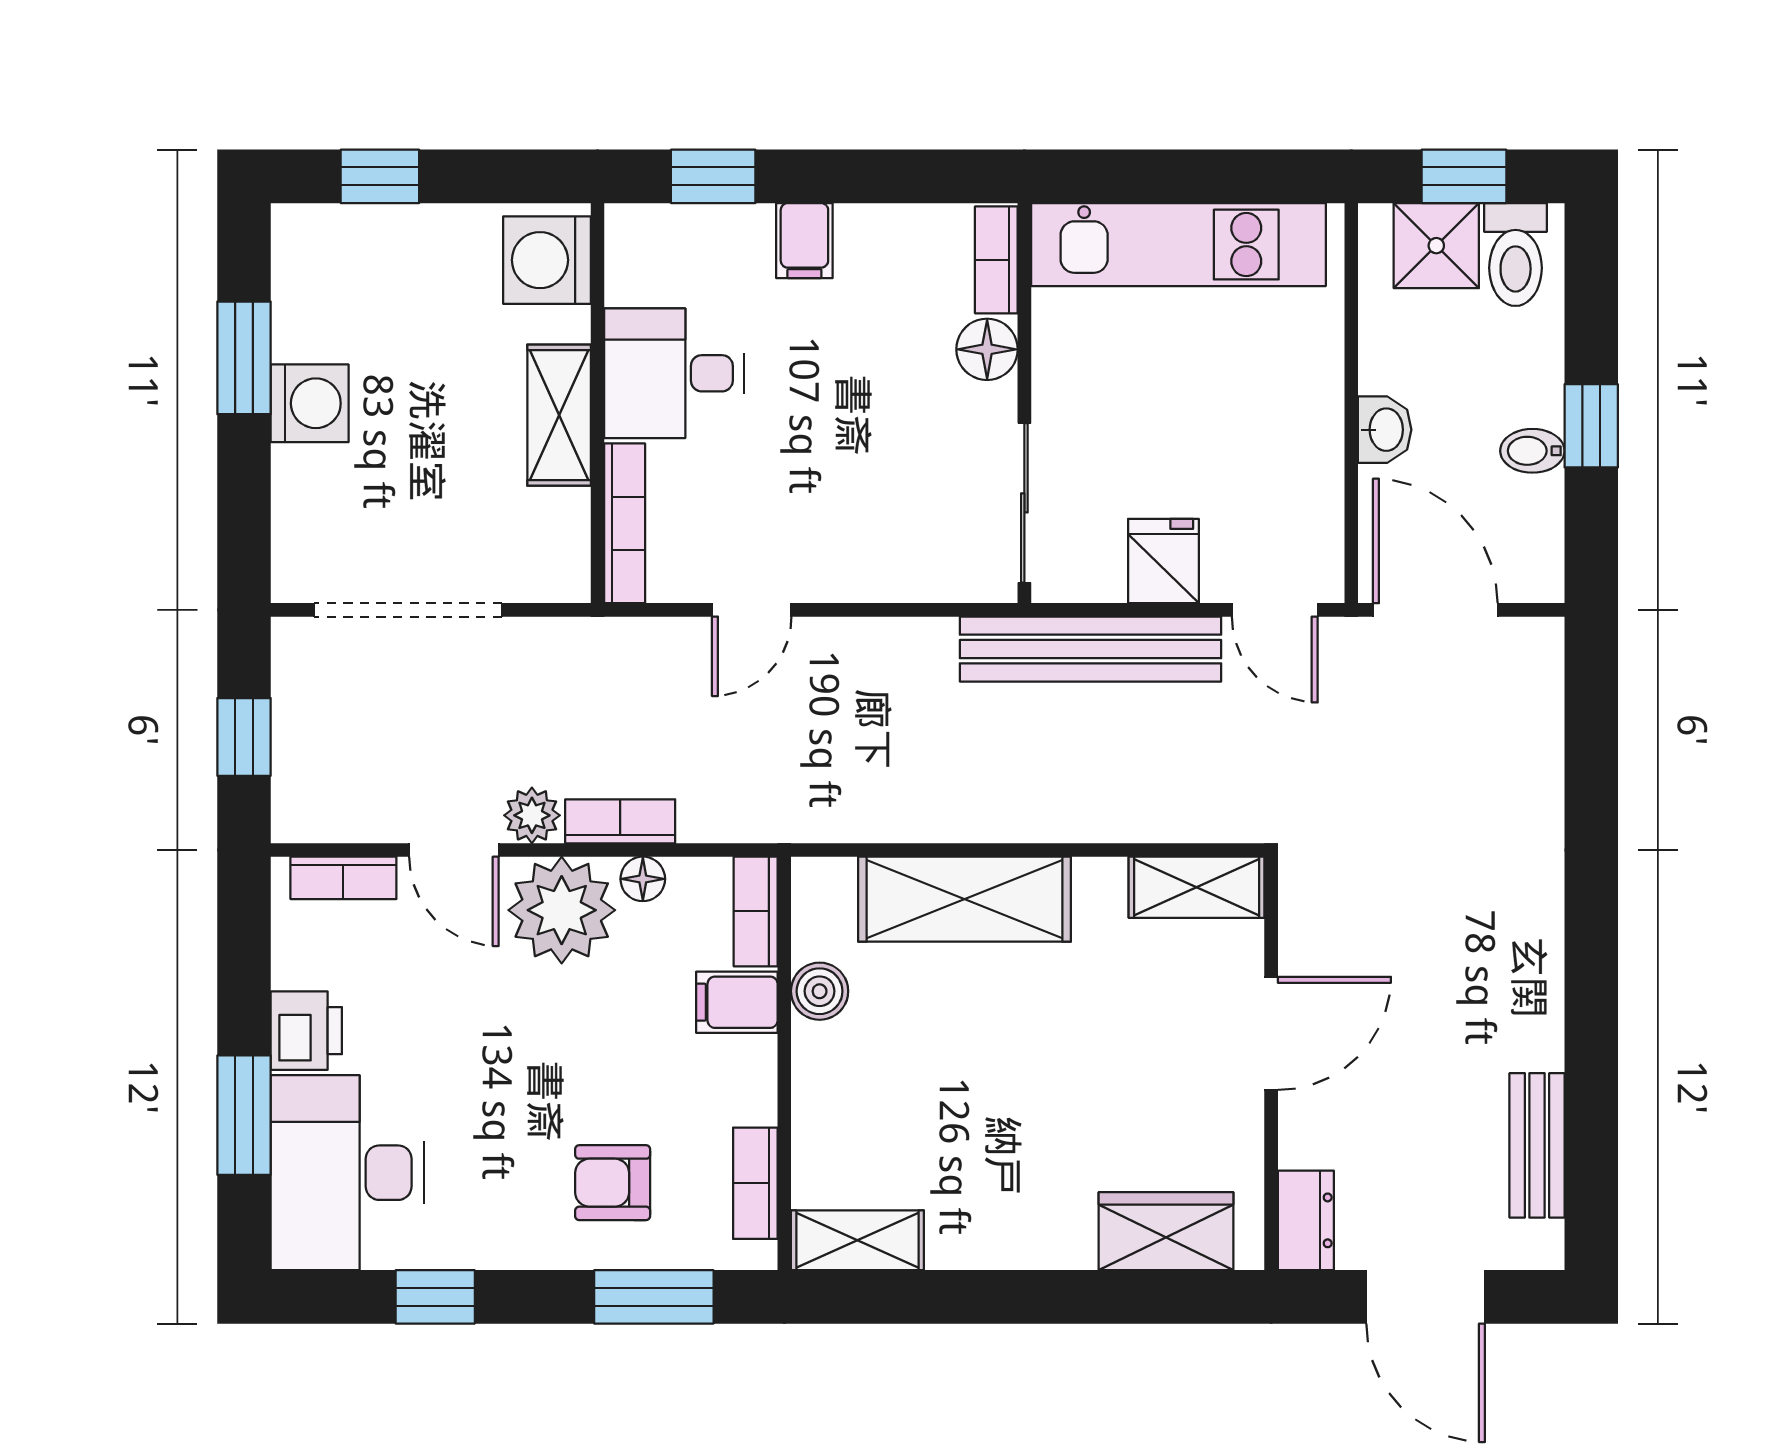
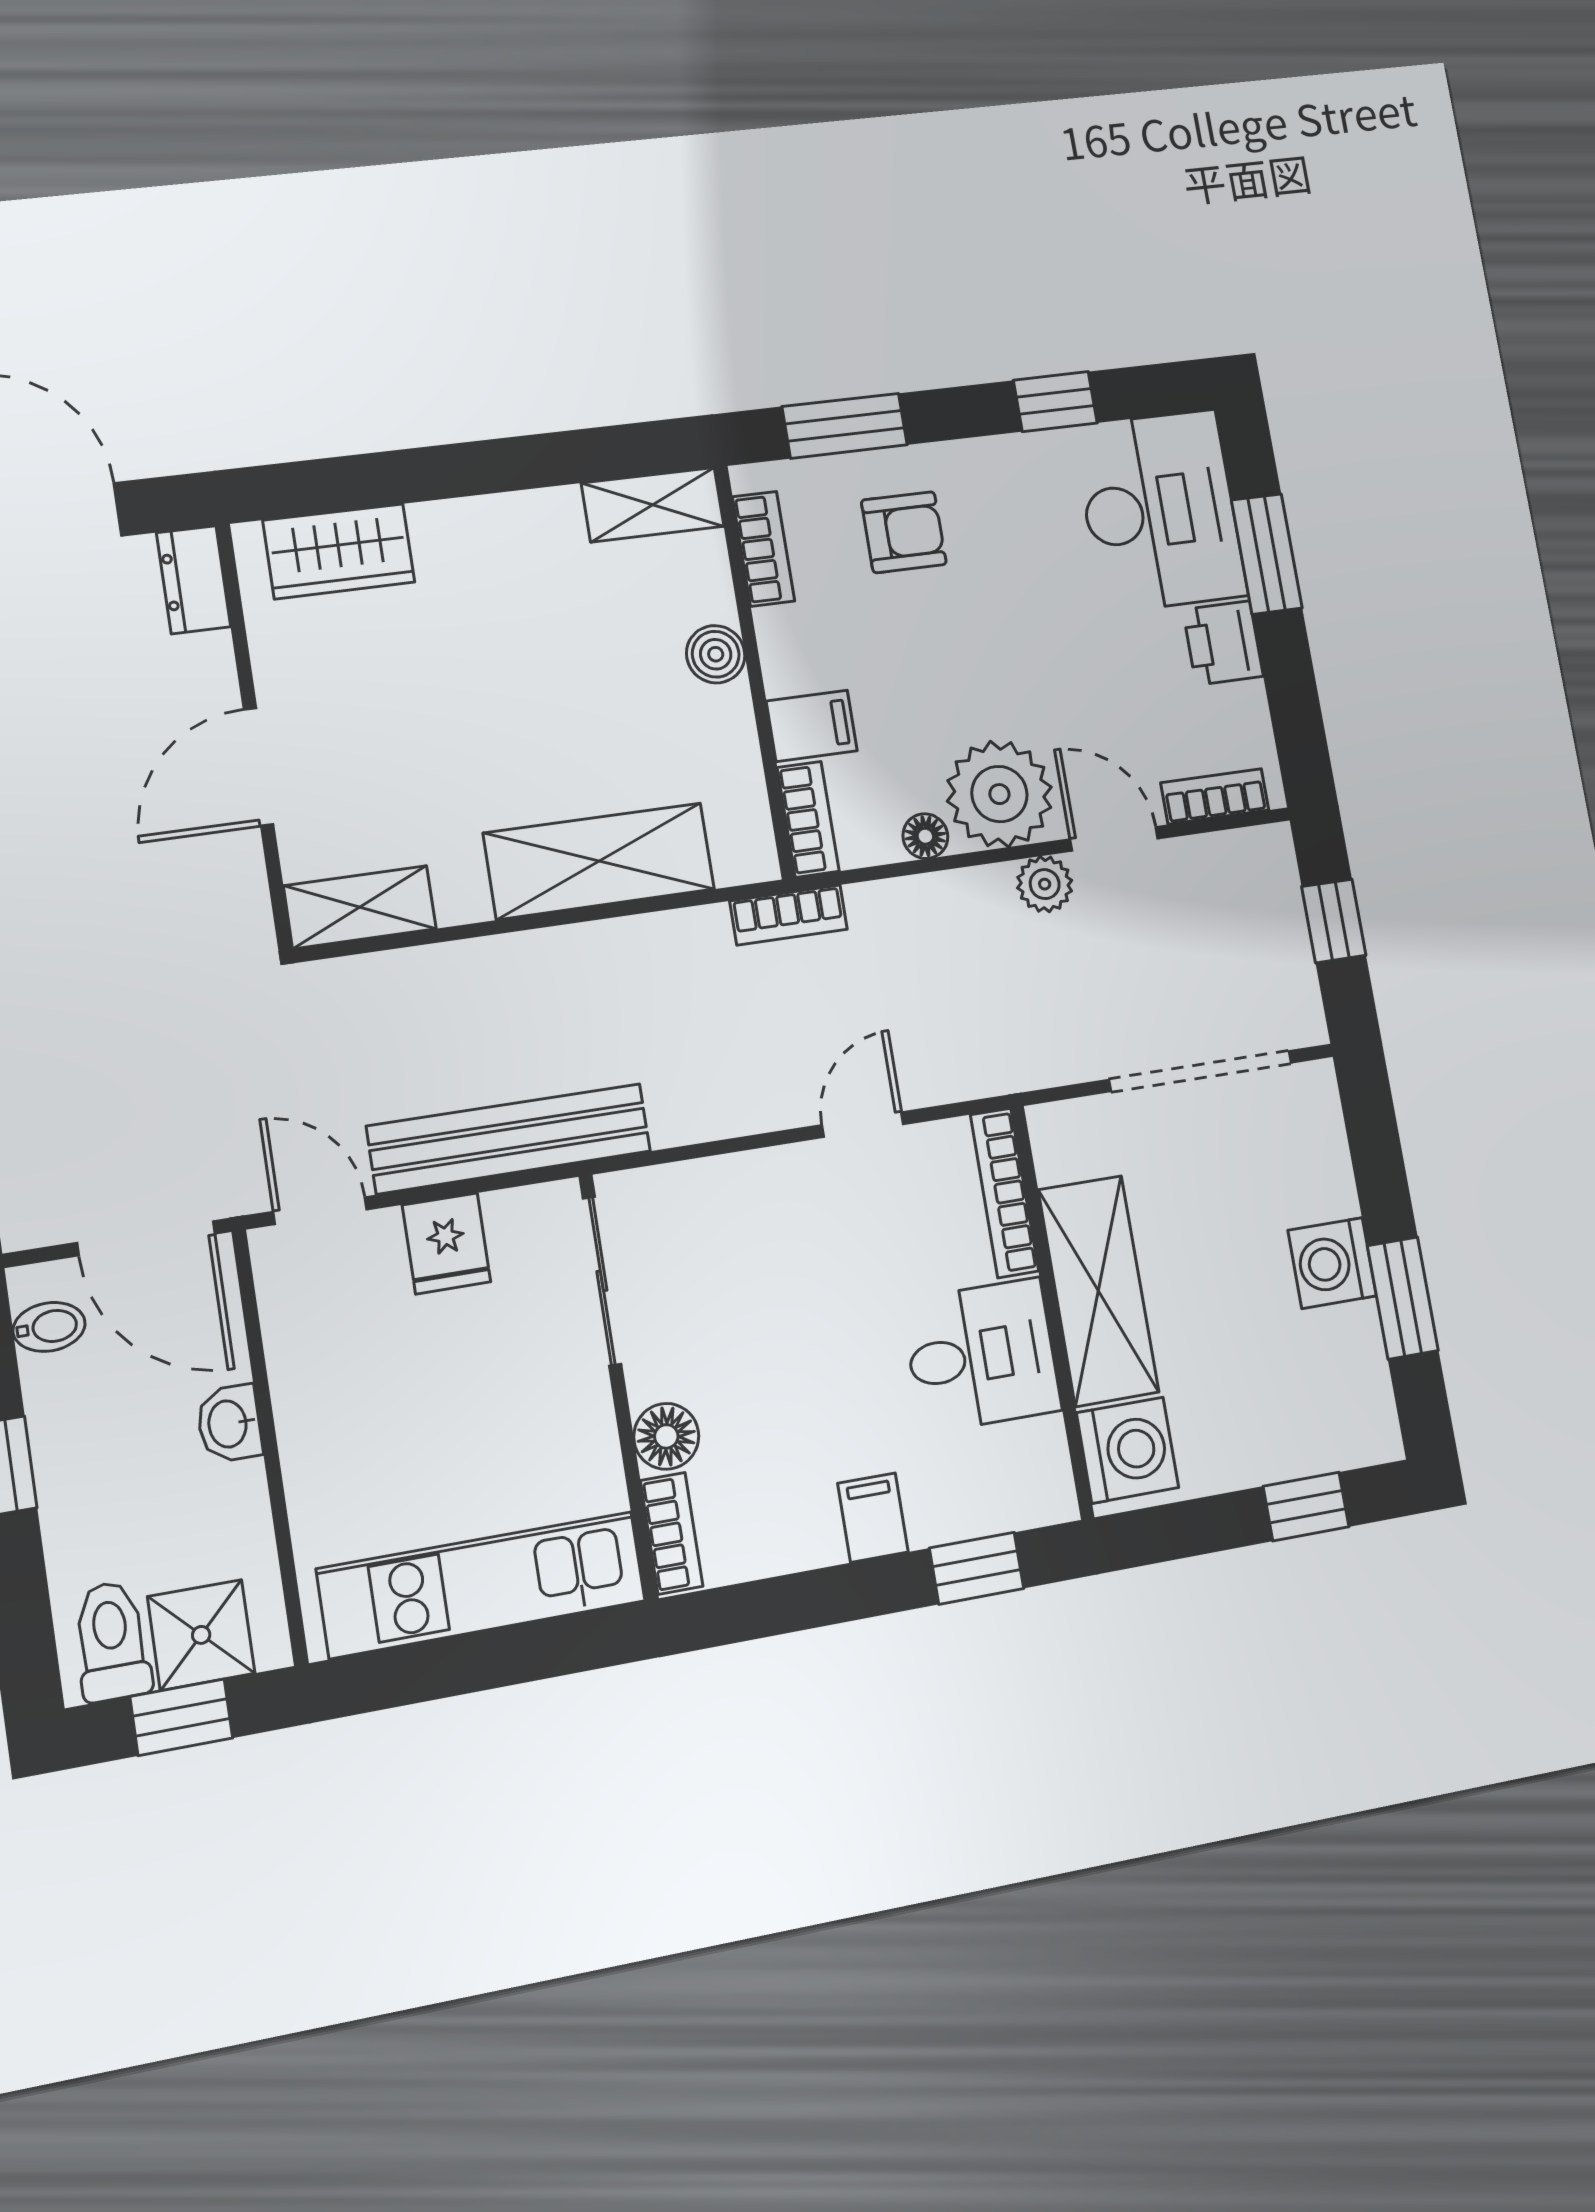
shelving: (559, 415) -> (1098, 1291), width x1.50, depth x1.33
bidet: (1532, 451) -> (49, 1327), moved
bookcase: (620, 821) -> (788, 915), moved
boiler: (820, 991) -> (716, 654), moved

